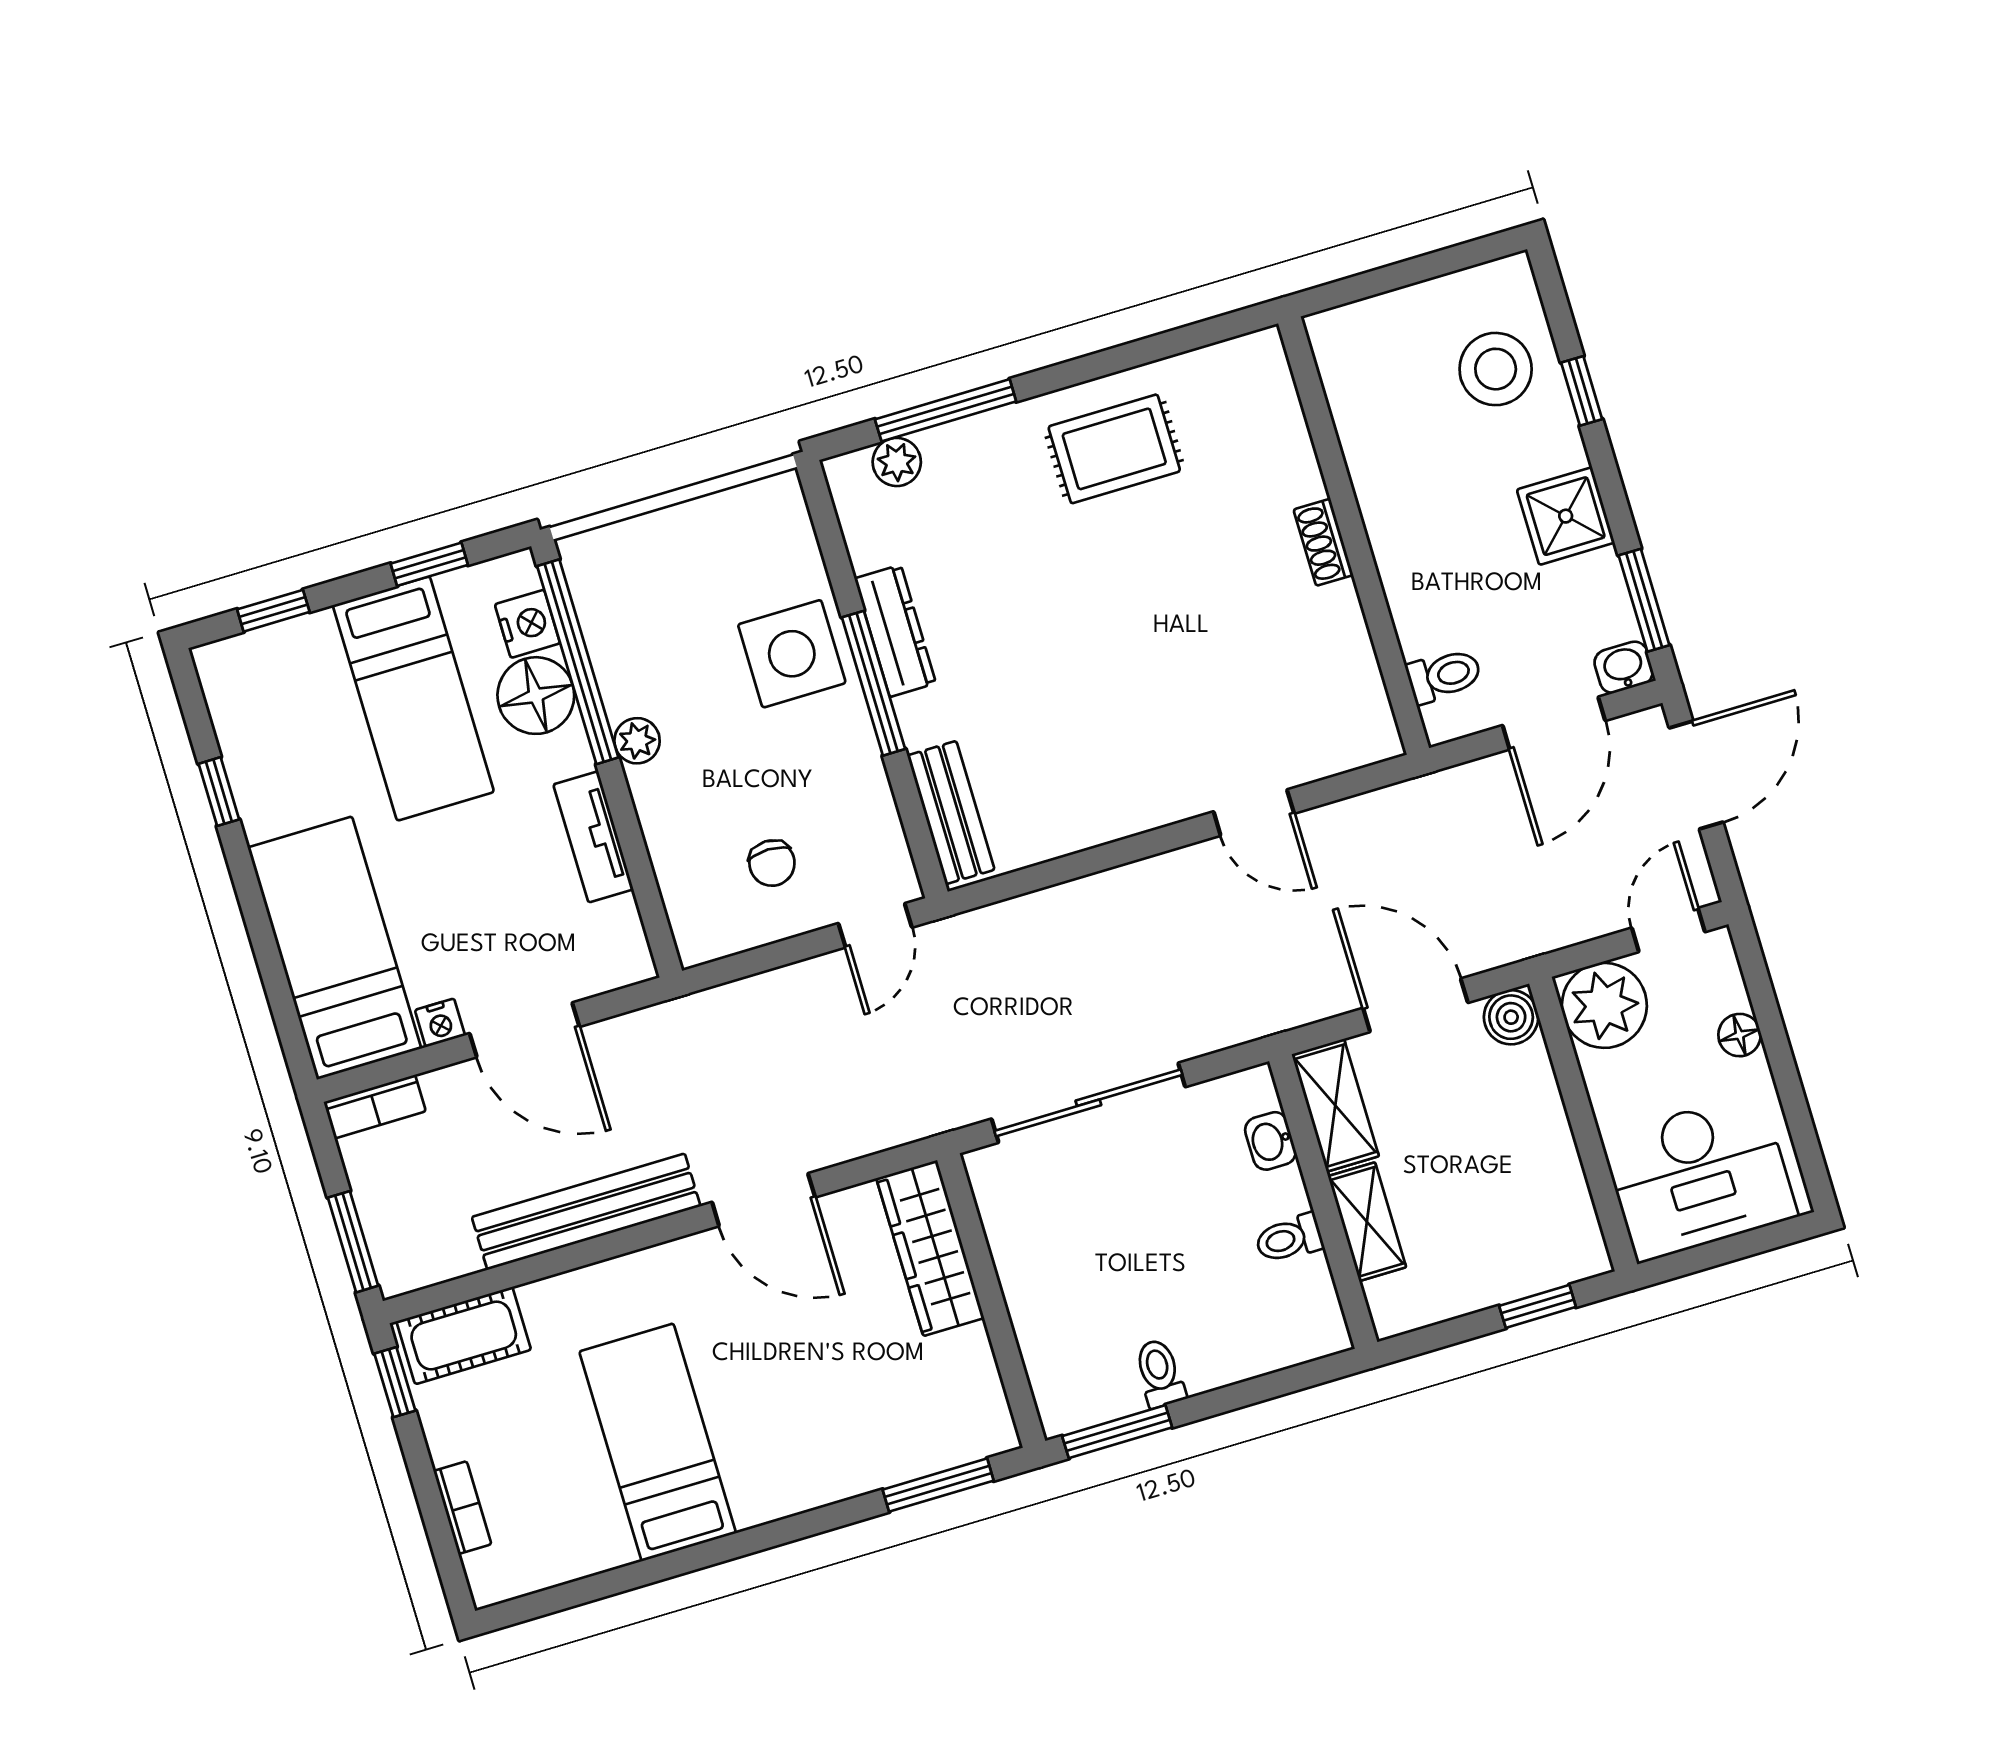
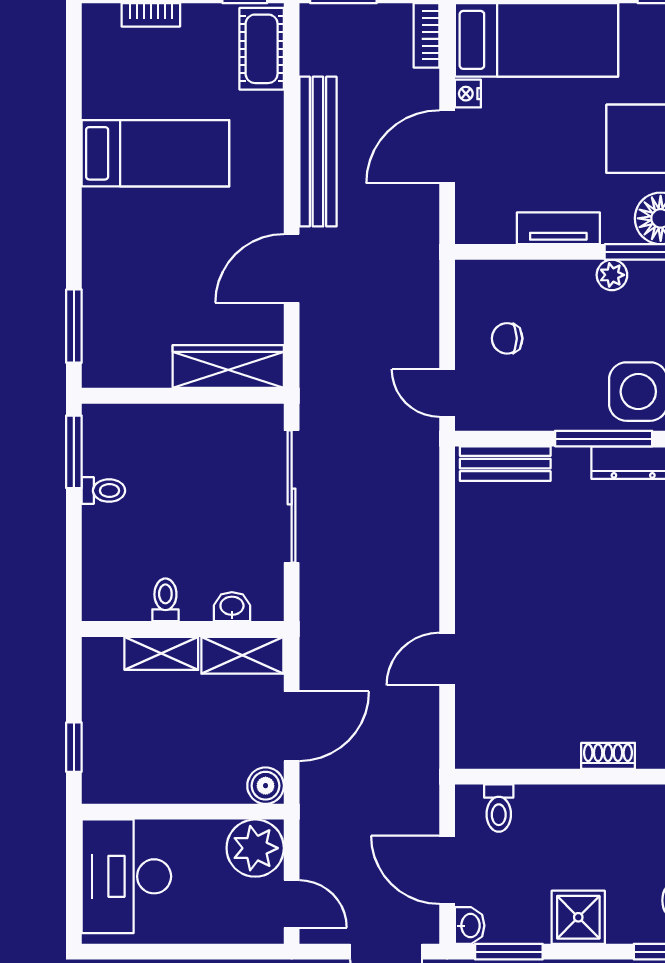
floor lamp: (1740, 1035) -> (210, 930), removed

